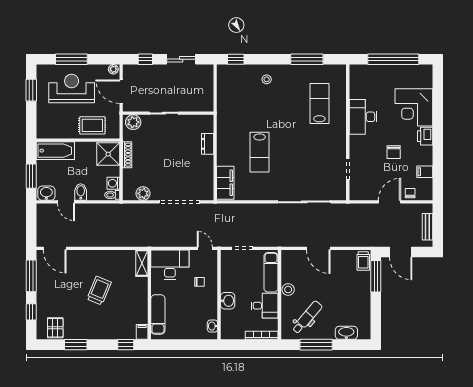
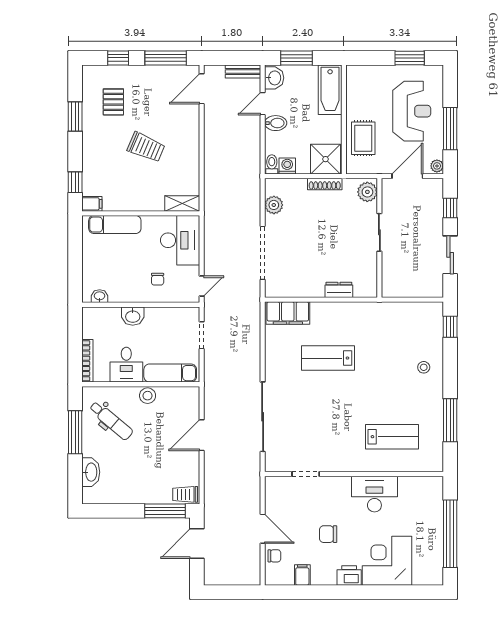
window: (71, 59) -> (450, 129), moved
bench: (427, 227) -> (243, 71), moved
pallet: (55, 328) -> (113, 102), moved, turned 90

